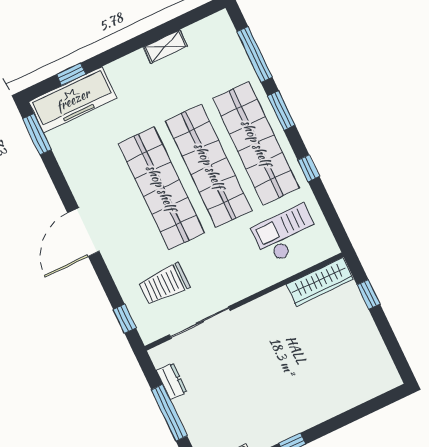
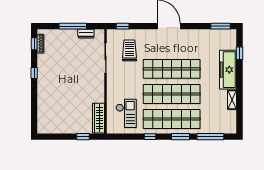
freezer: (73, 100) -> (228, 70), moved

